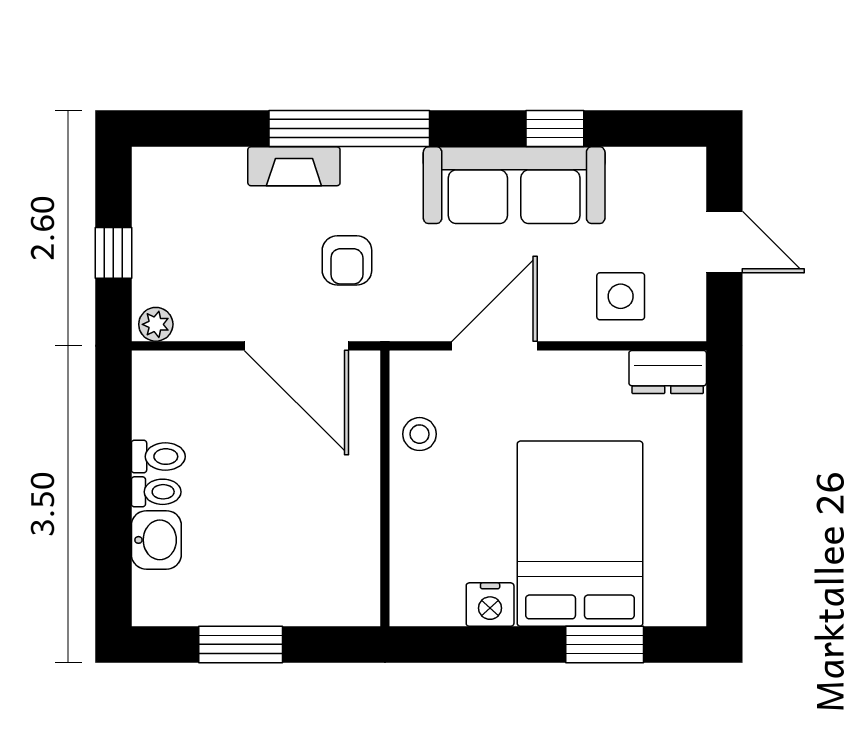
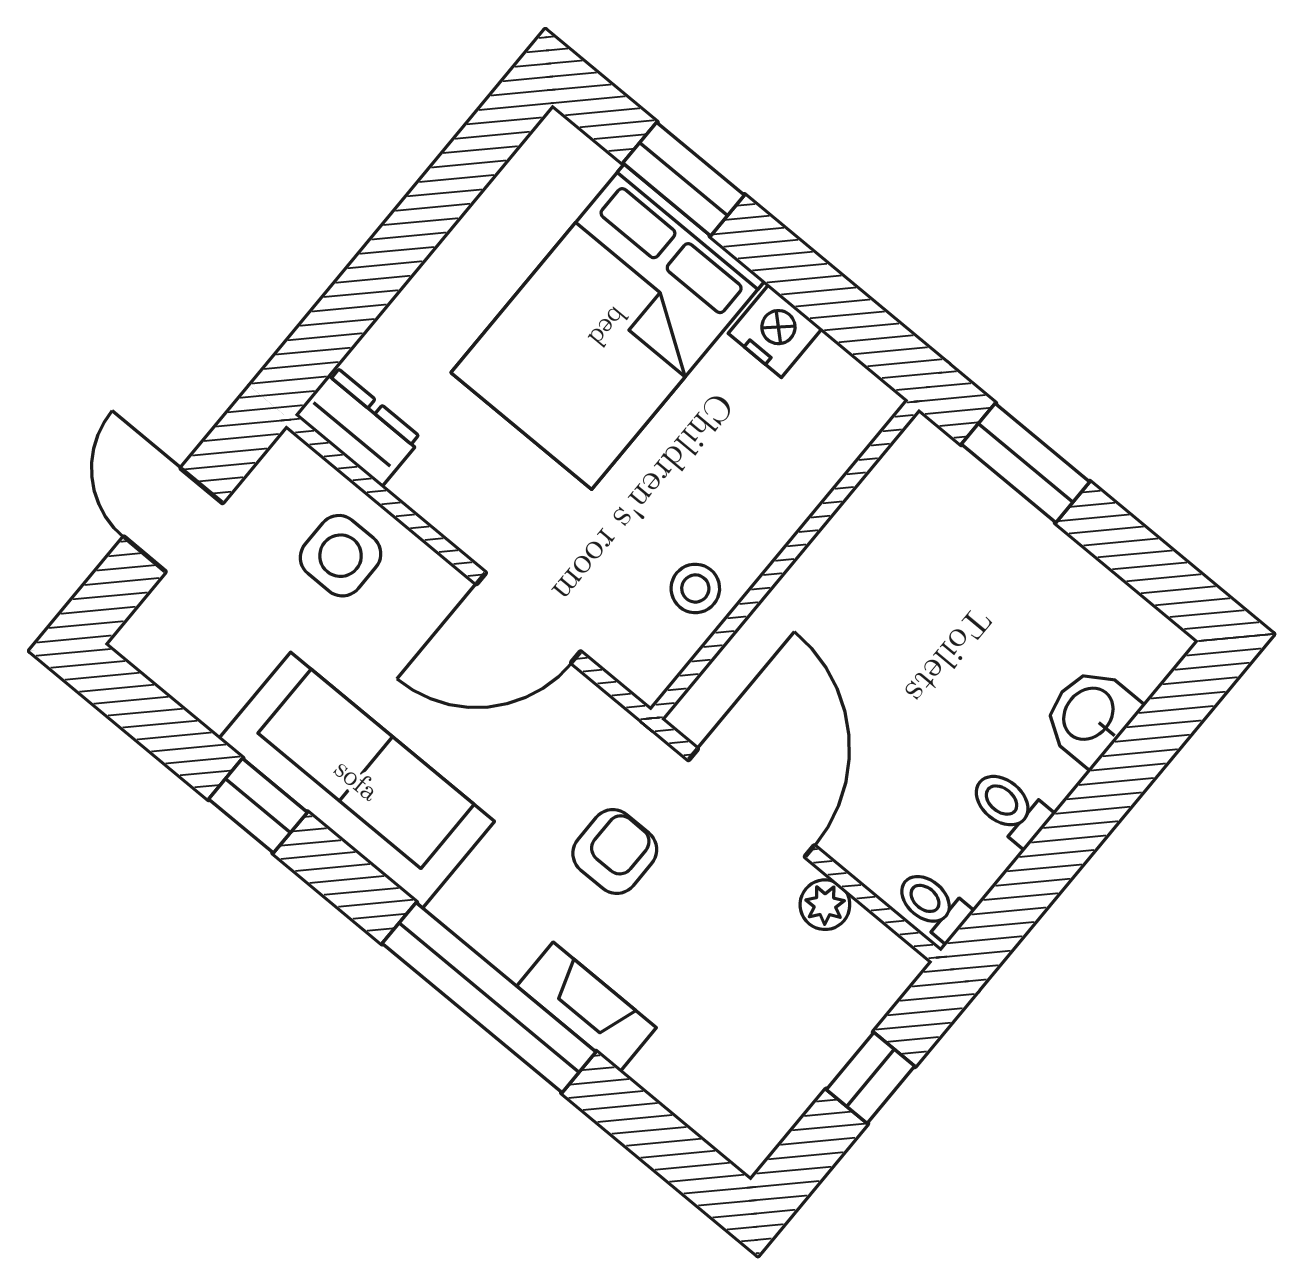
plant: (156, 324) -> (825, 905), moved
toilet: (156, 492) -> (933, 905), moved
window: (241, 644) -> (1026, 463), moved

